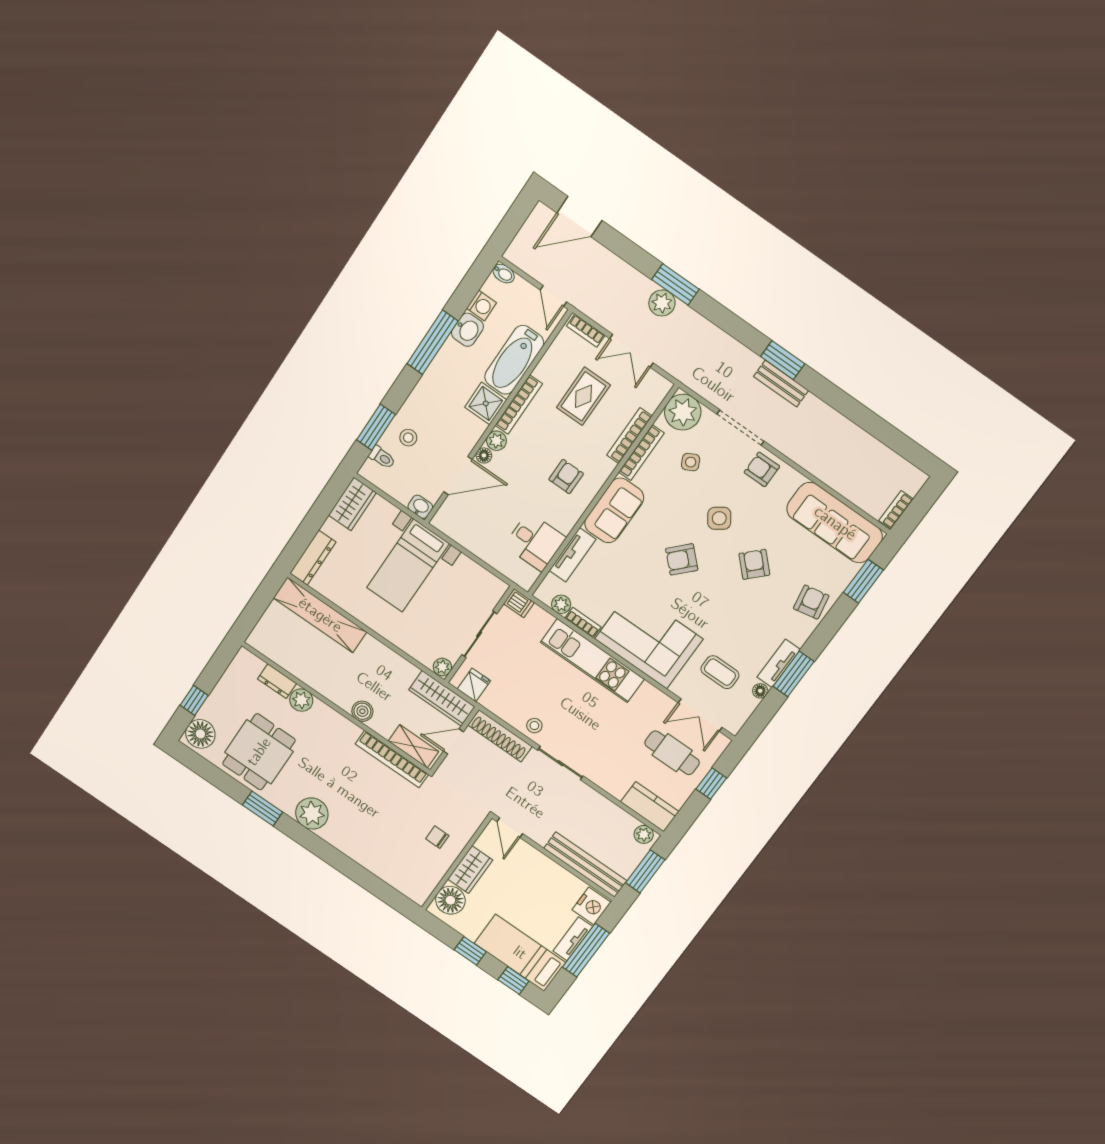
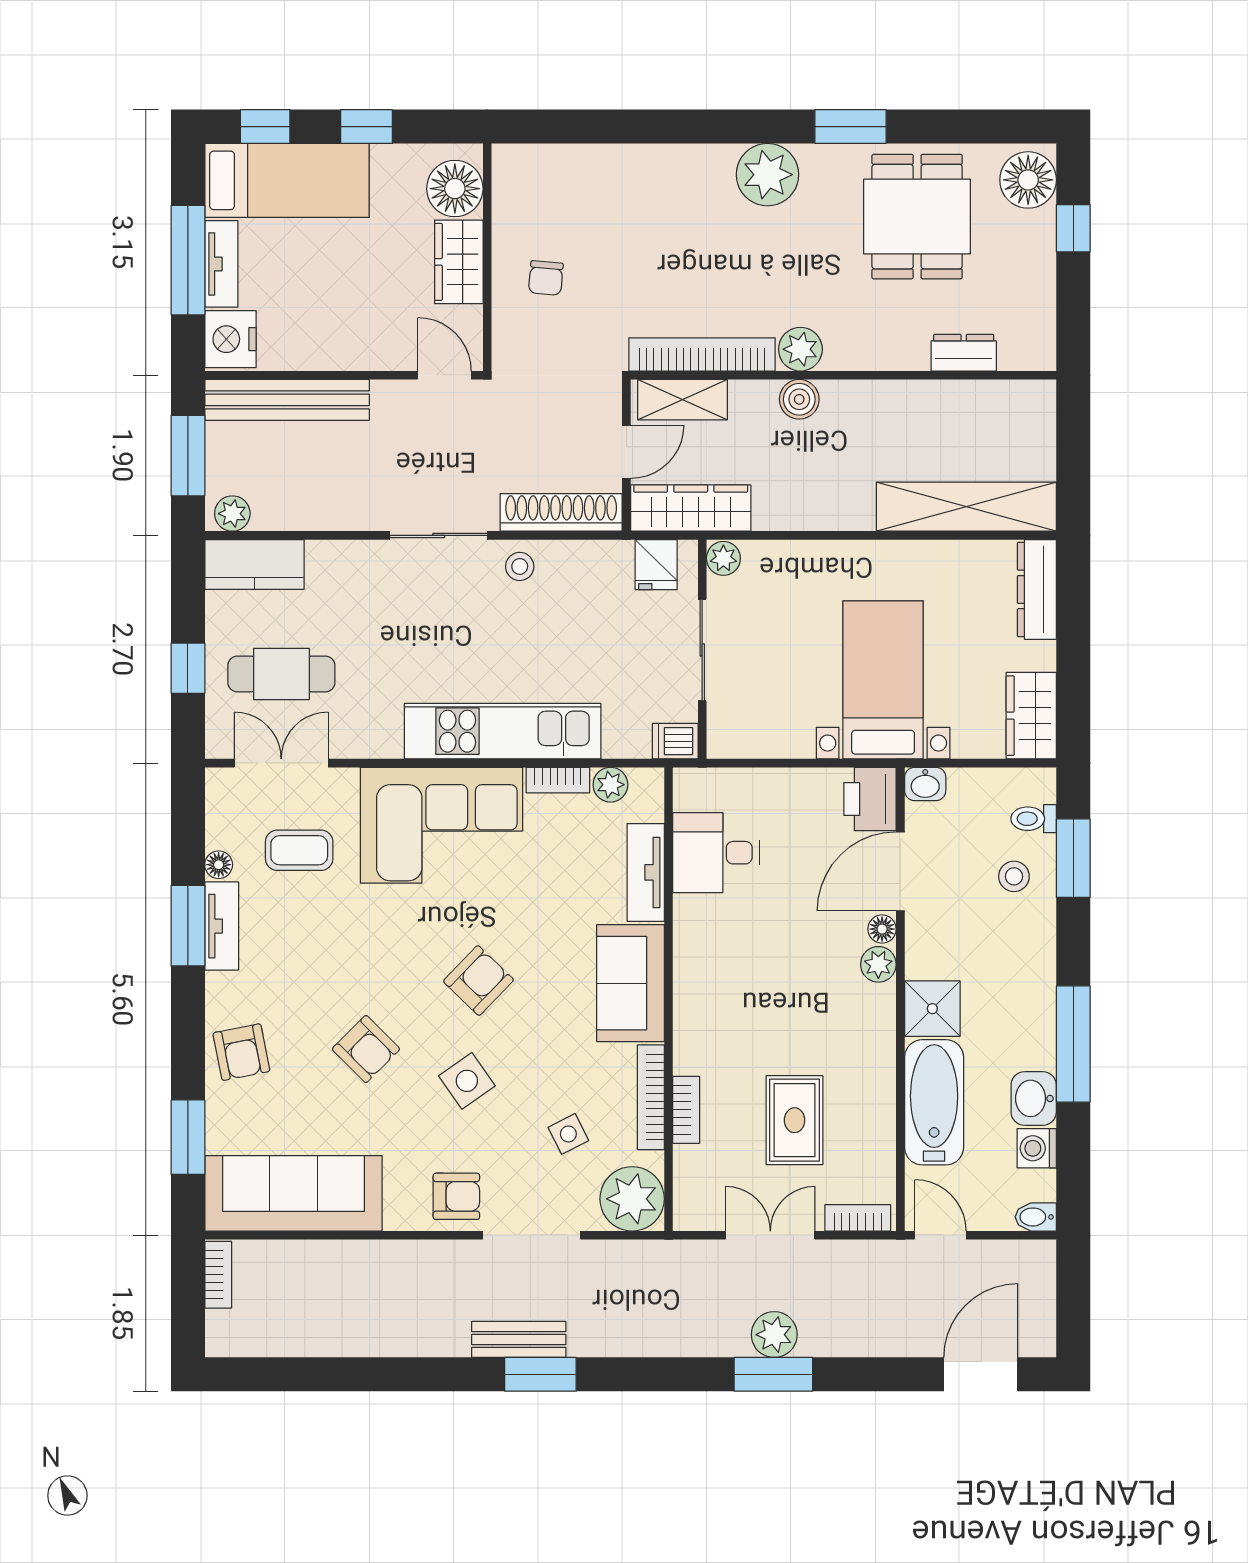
bookcase: (519, 405) -> (882, 1041), removed
bookcase: (629, 436) -> (686, 1110), width x0.64
armchair: (566, 477) -> (737, 984), removed
printer: (450, 517) -> (870, 799), added
plant: (301, 700) -> (800, 349), moved
chair: (437, 837) -> (546, 278), turned 95

